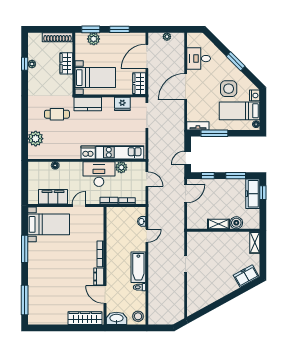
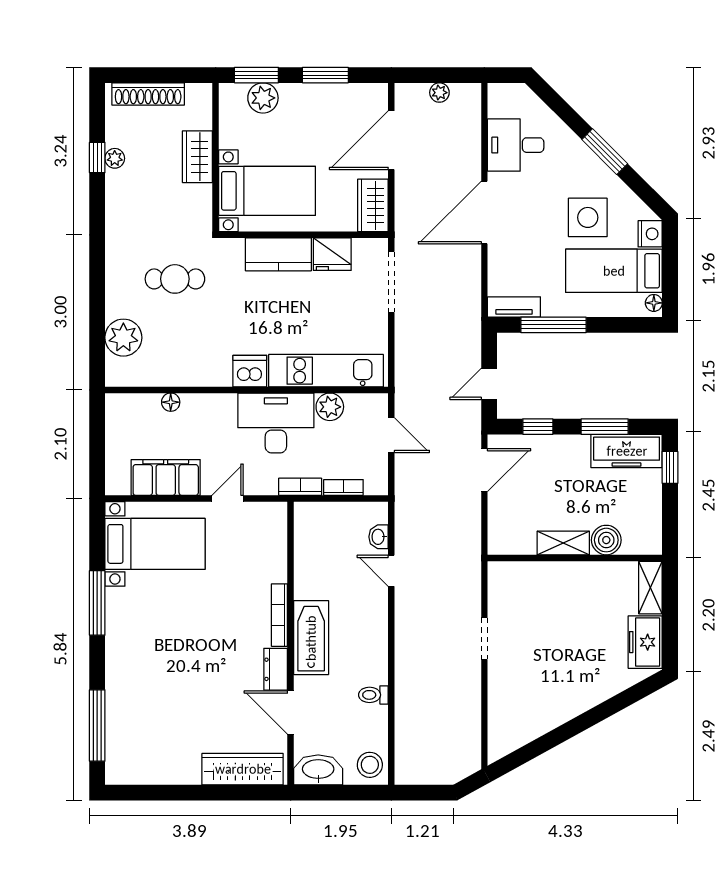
shoe rack: (57, 37) -> (148, 94), moved
kitchen counter: (88, 104) -> (278, 254), moved
freezer: (253, 194) -> (627, 451), moved, turned -90
door: (147, 236) -> (391, 571), swing flipped
bathtub: (138, 267) -> (311, 638), moved, turned 180
freezer: (246, 276) -> (645, 642), moved, turned -61

